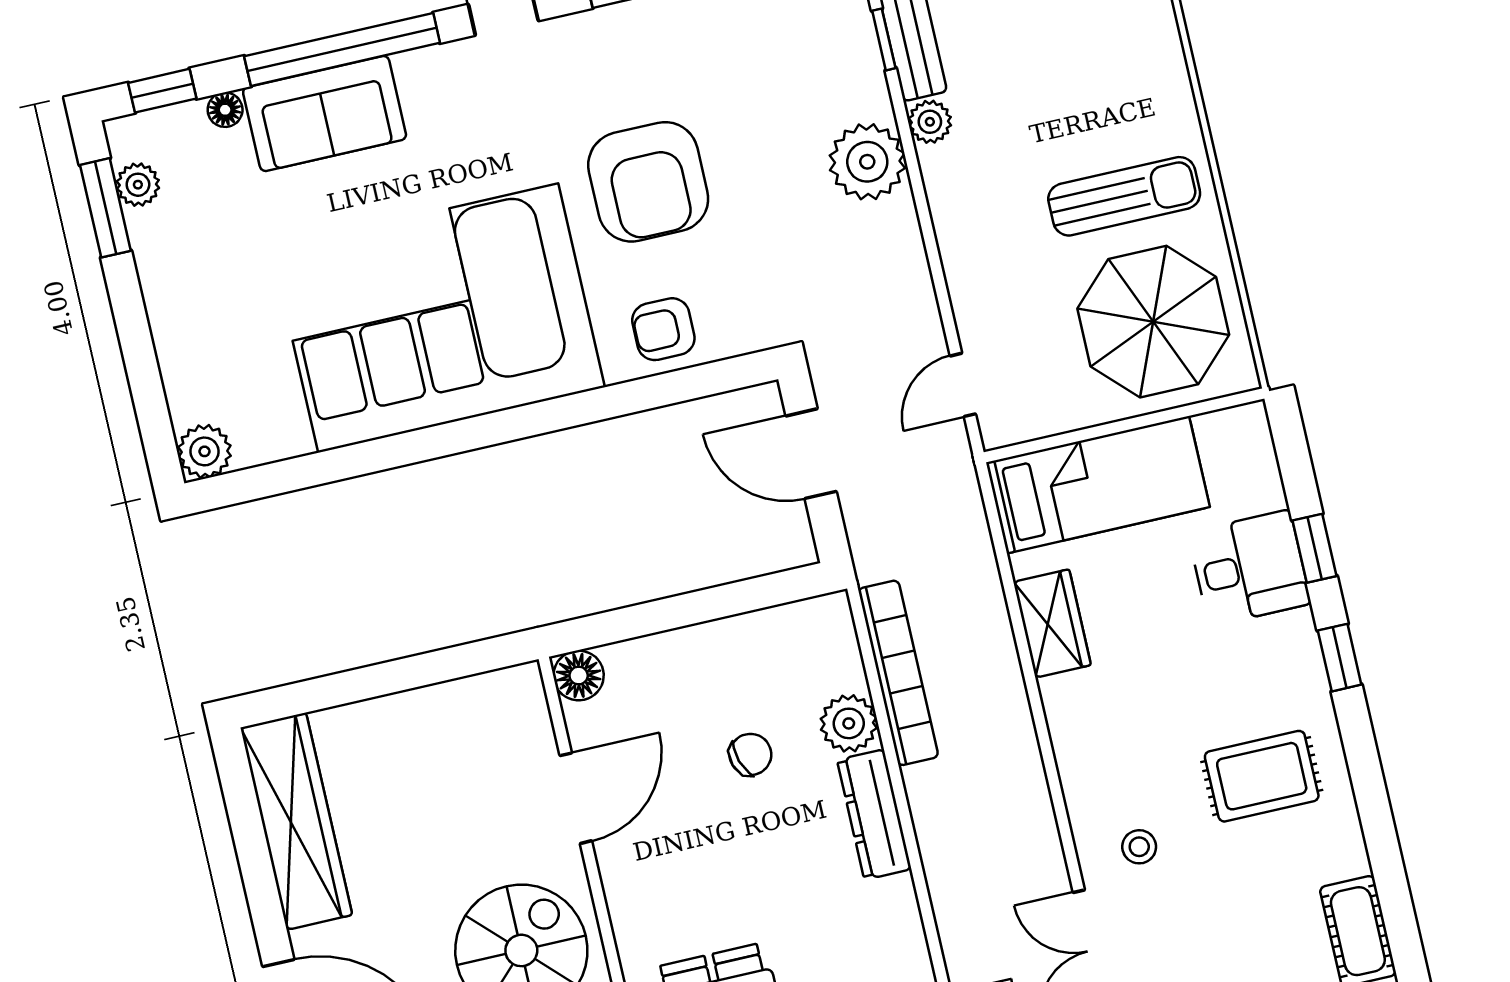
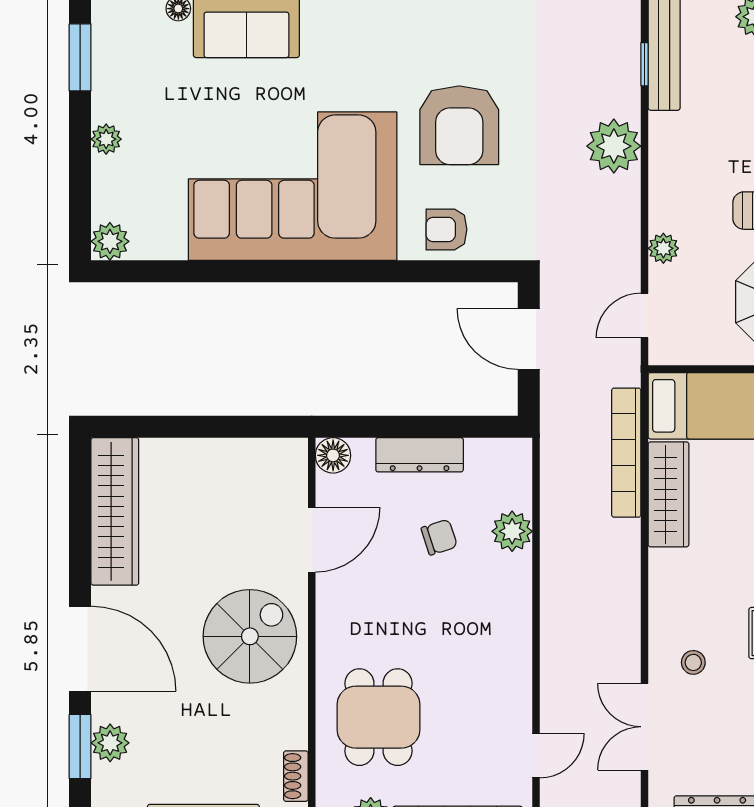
plant: (930, 122) -> (663, 248), moved
plant: (138, 185) -> (106, 139), moved
wardrobe: (1052, 623) -> (668, 494), width x1.50
bookcase: (898, 673) -> (626, 453), moved, turned 180
dresser: (874, 814) -> (420, 455), moved, turned -90

